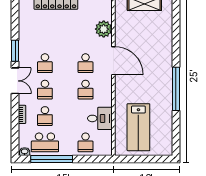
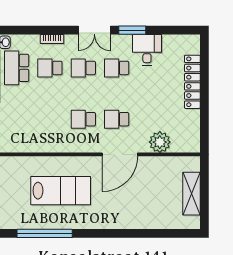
window: (176, 89) -> (45, 233), moved
desk: (100, 118) -> (147, 50), moved, turned 180
lab bench: (138, 127) -> (61, 191), moved, turned 180
school desk: (86, 142) -> (17, 119), removed

